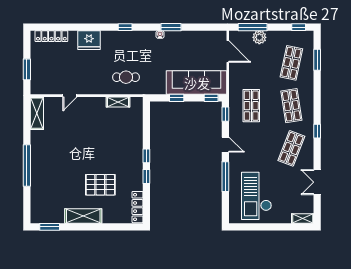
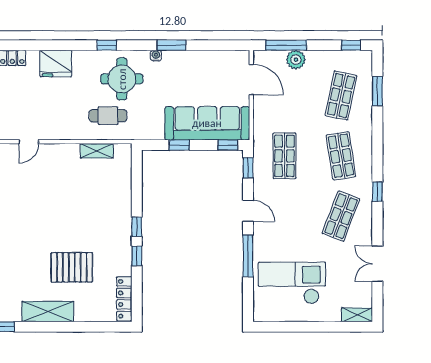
round table: (136, 51) -> (122, 79), added
checkout: (257, 196) -> (292, 283), turned 90

